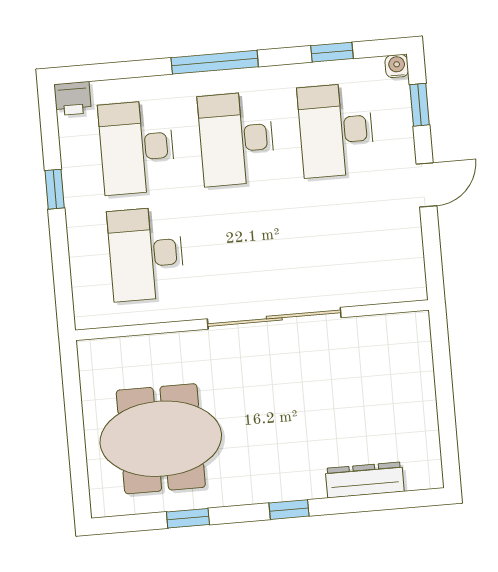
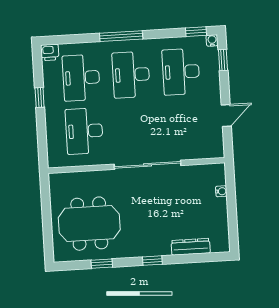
window: (332, 52) -> (196, 32), moved
door: (426, 185) -> (226, 115), moved
water cooler: (423, 367) -> (221, 191), added

